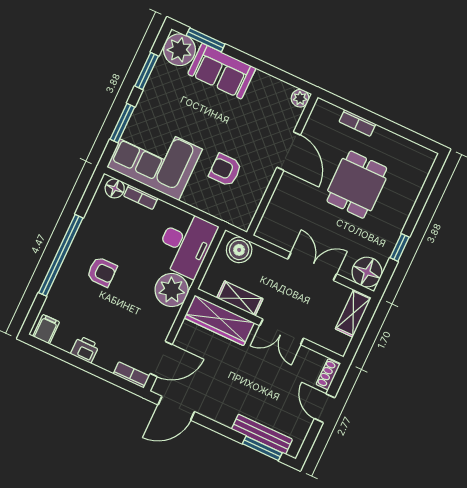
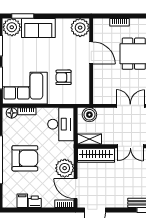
plant: (300, 98) -> (80, 28), width x1.88, depth x1.88
armchair: (102, 272) -> (25, 158), width x1.88, depth x1.88
plant: (172, 290) -> (65, 168), moved
shelving: (240, 298) -> (89, 139), moved
filing cabinet: (46, 329) -> (22, 201), moved
door: (161, 359) -> (76, 189), swing flipped

